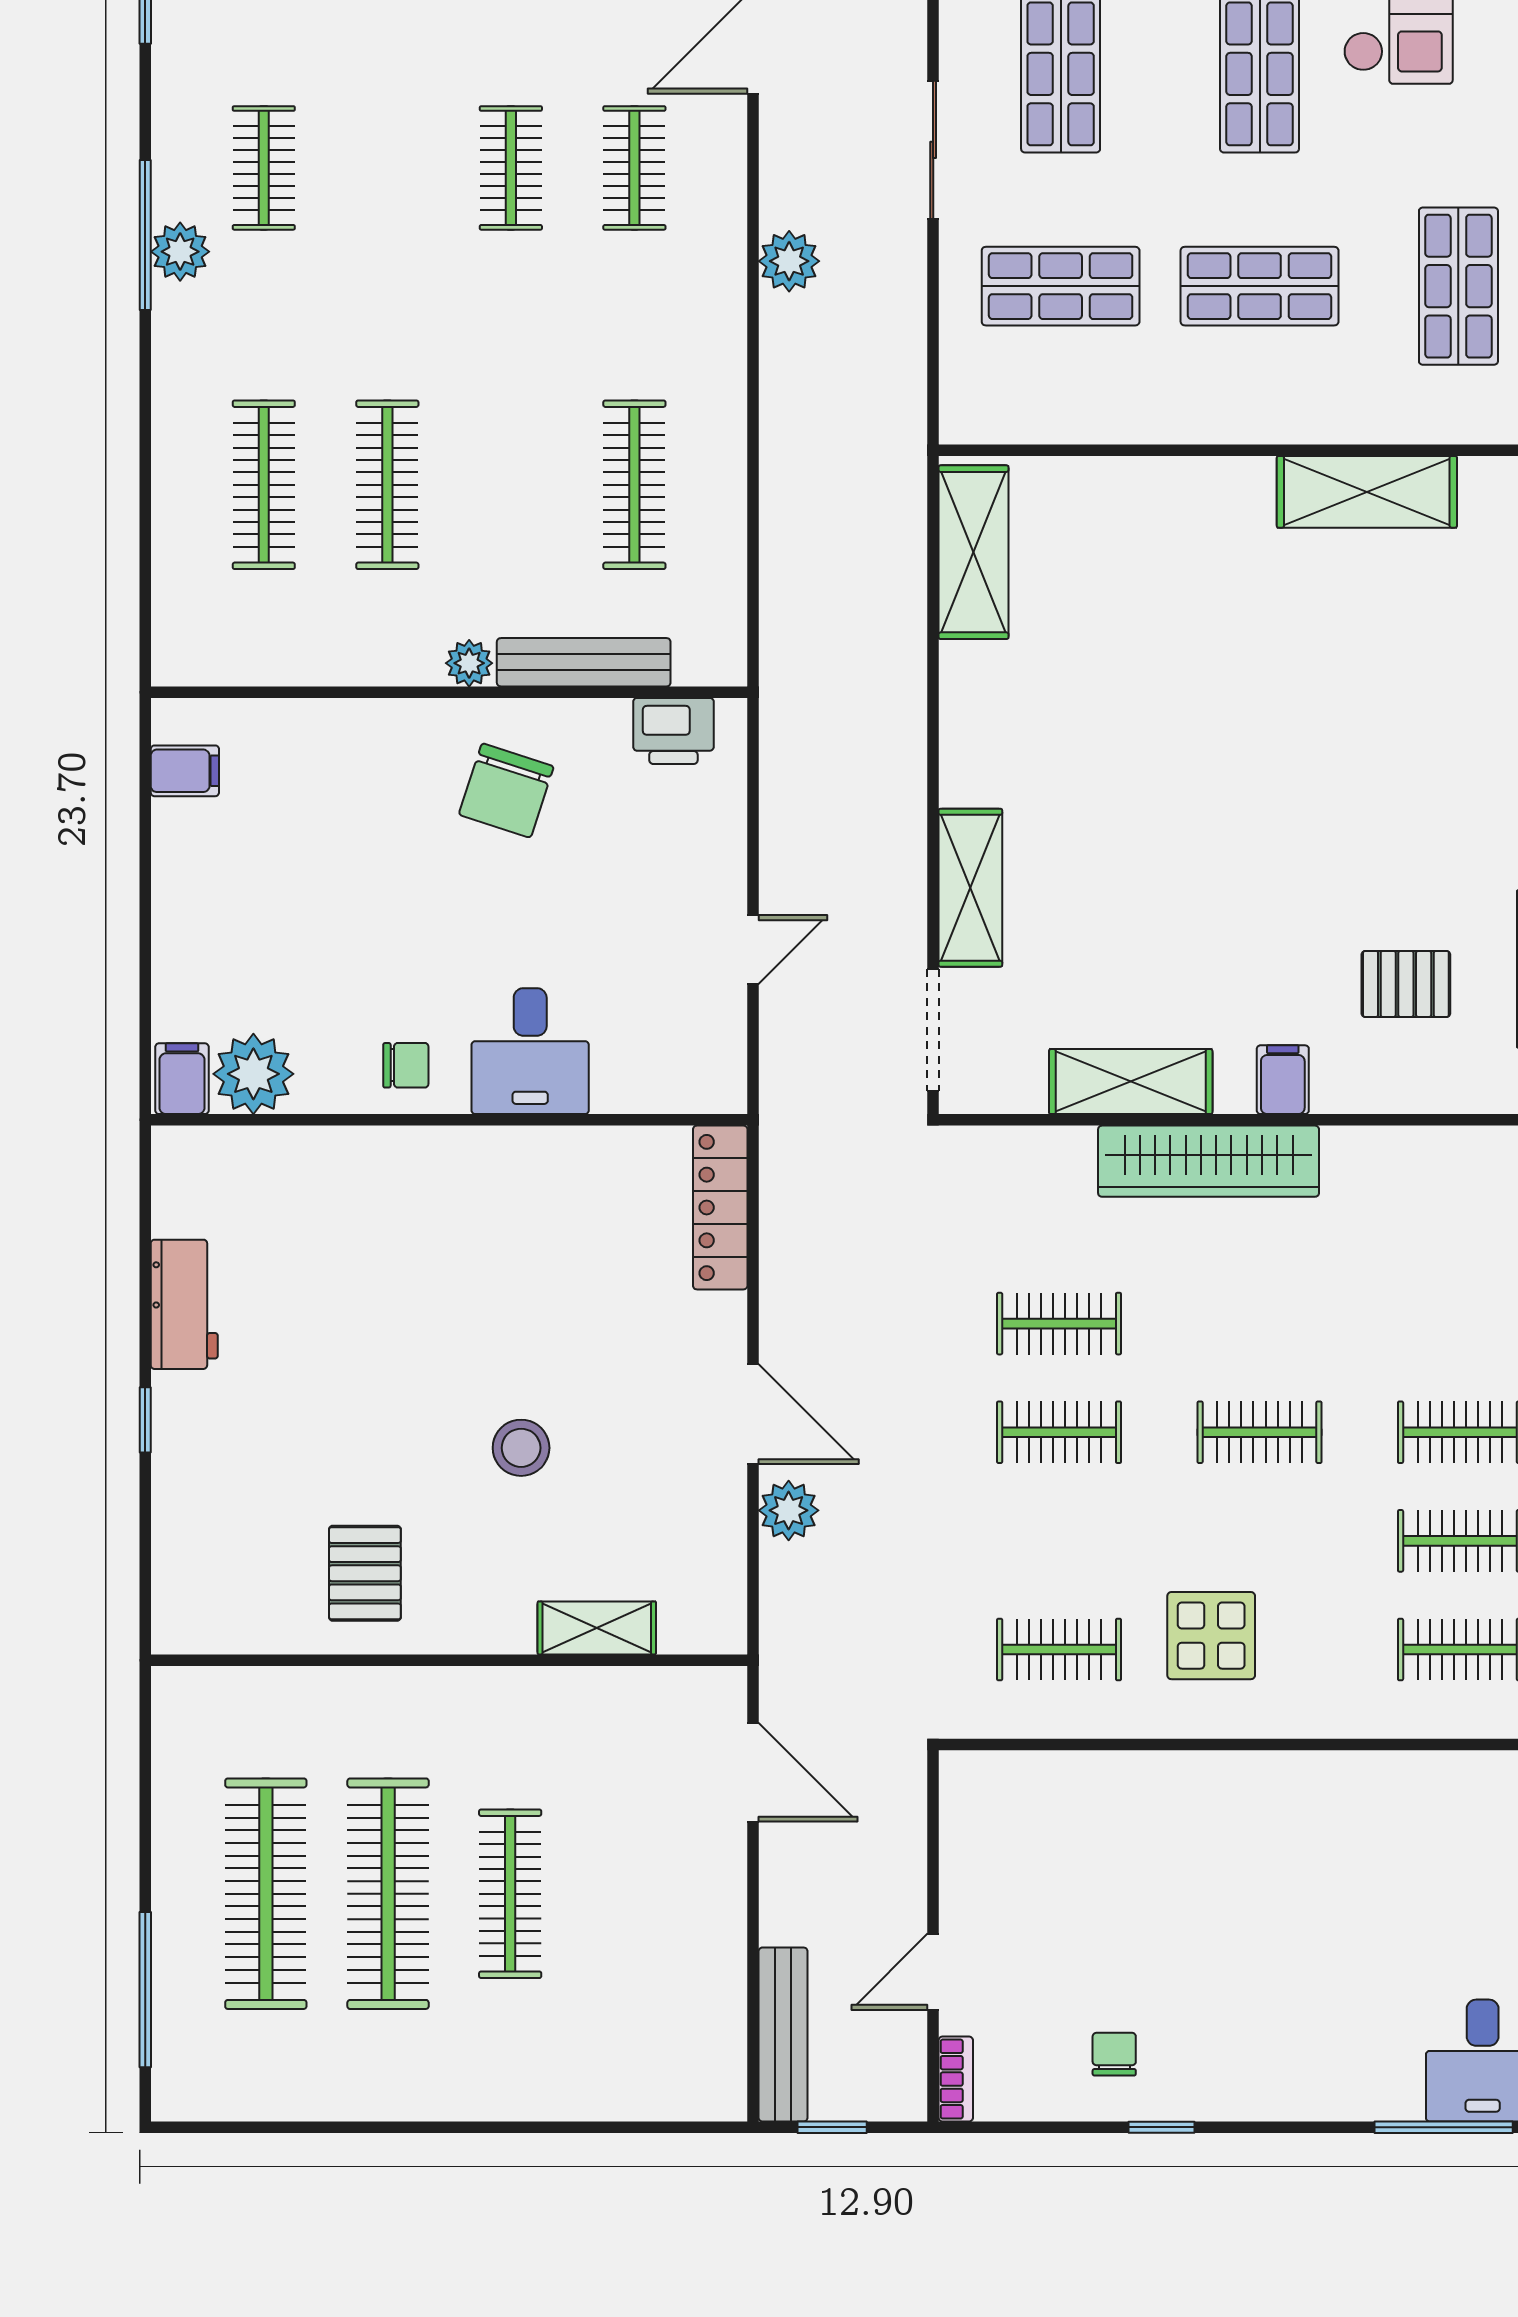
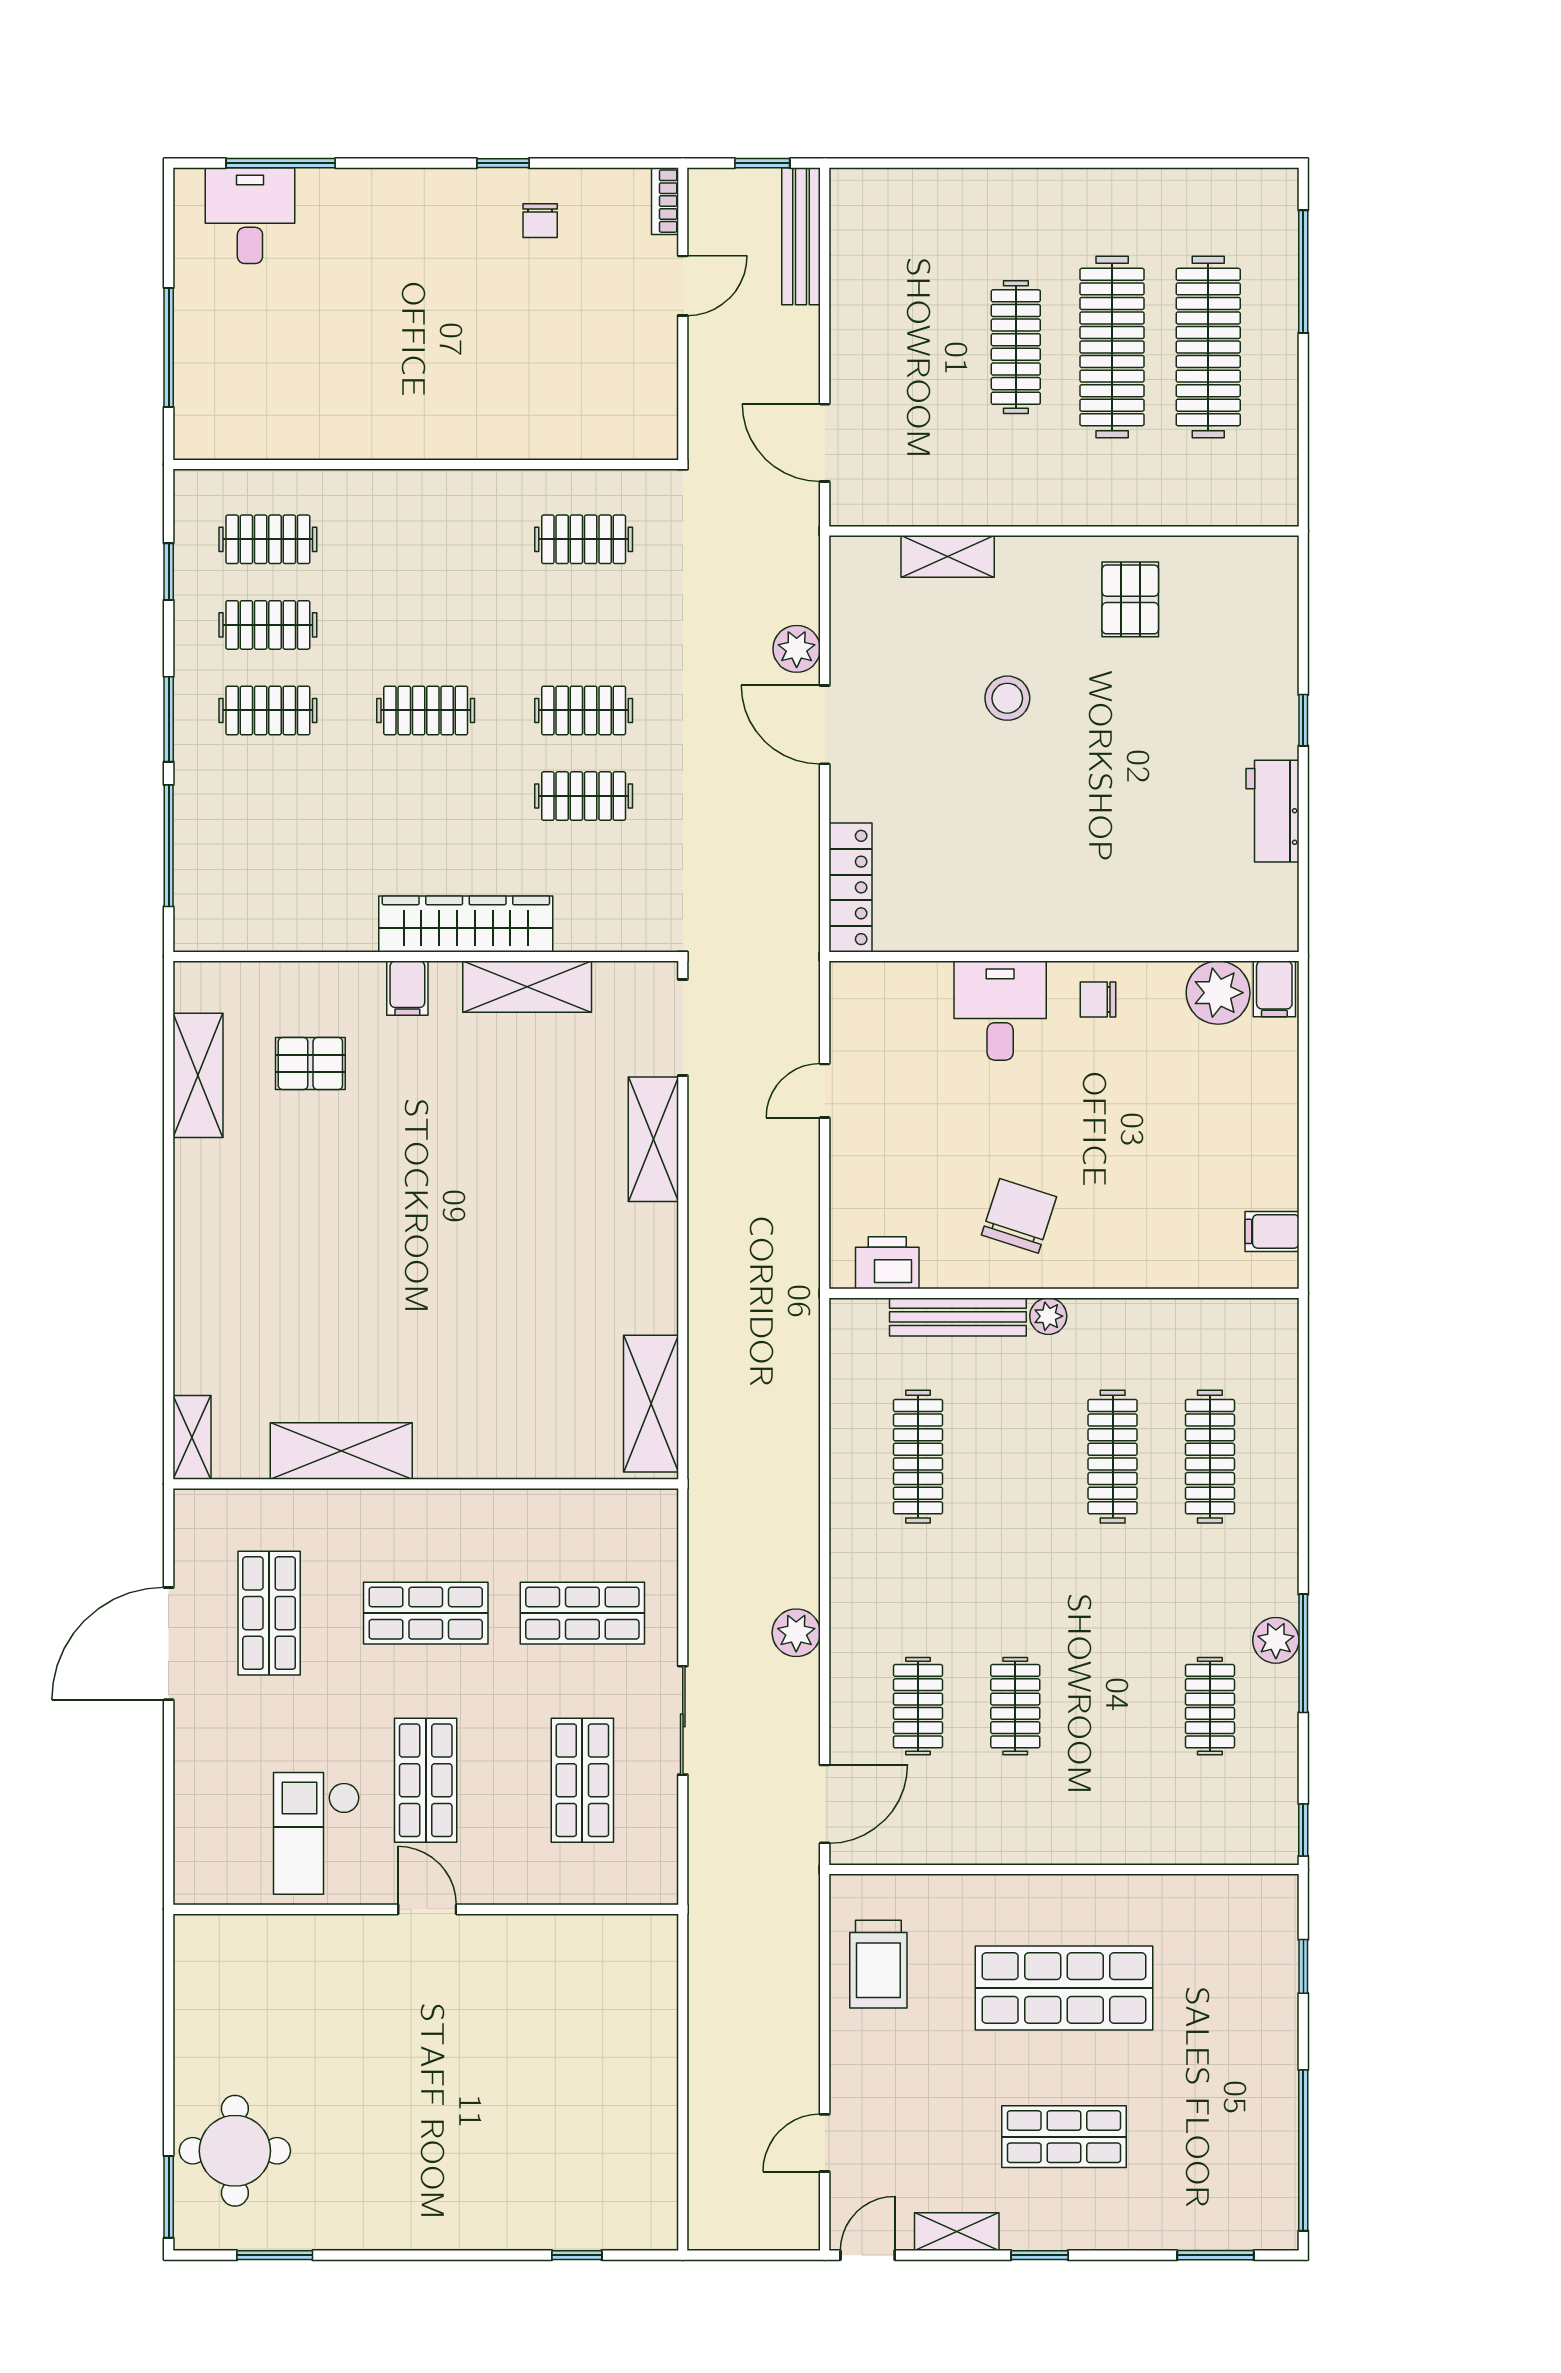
display table: (1211, 1636) -> (464, 550), removed

